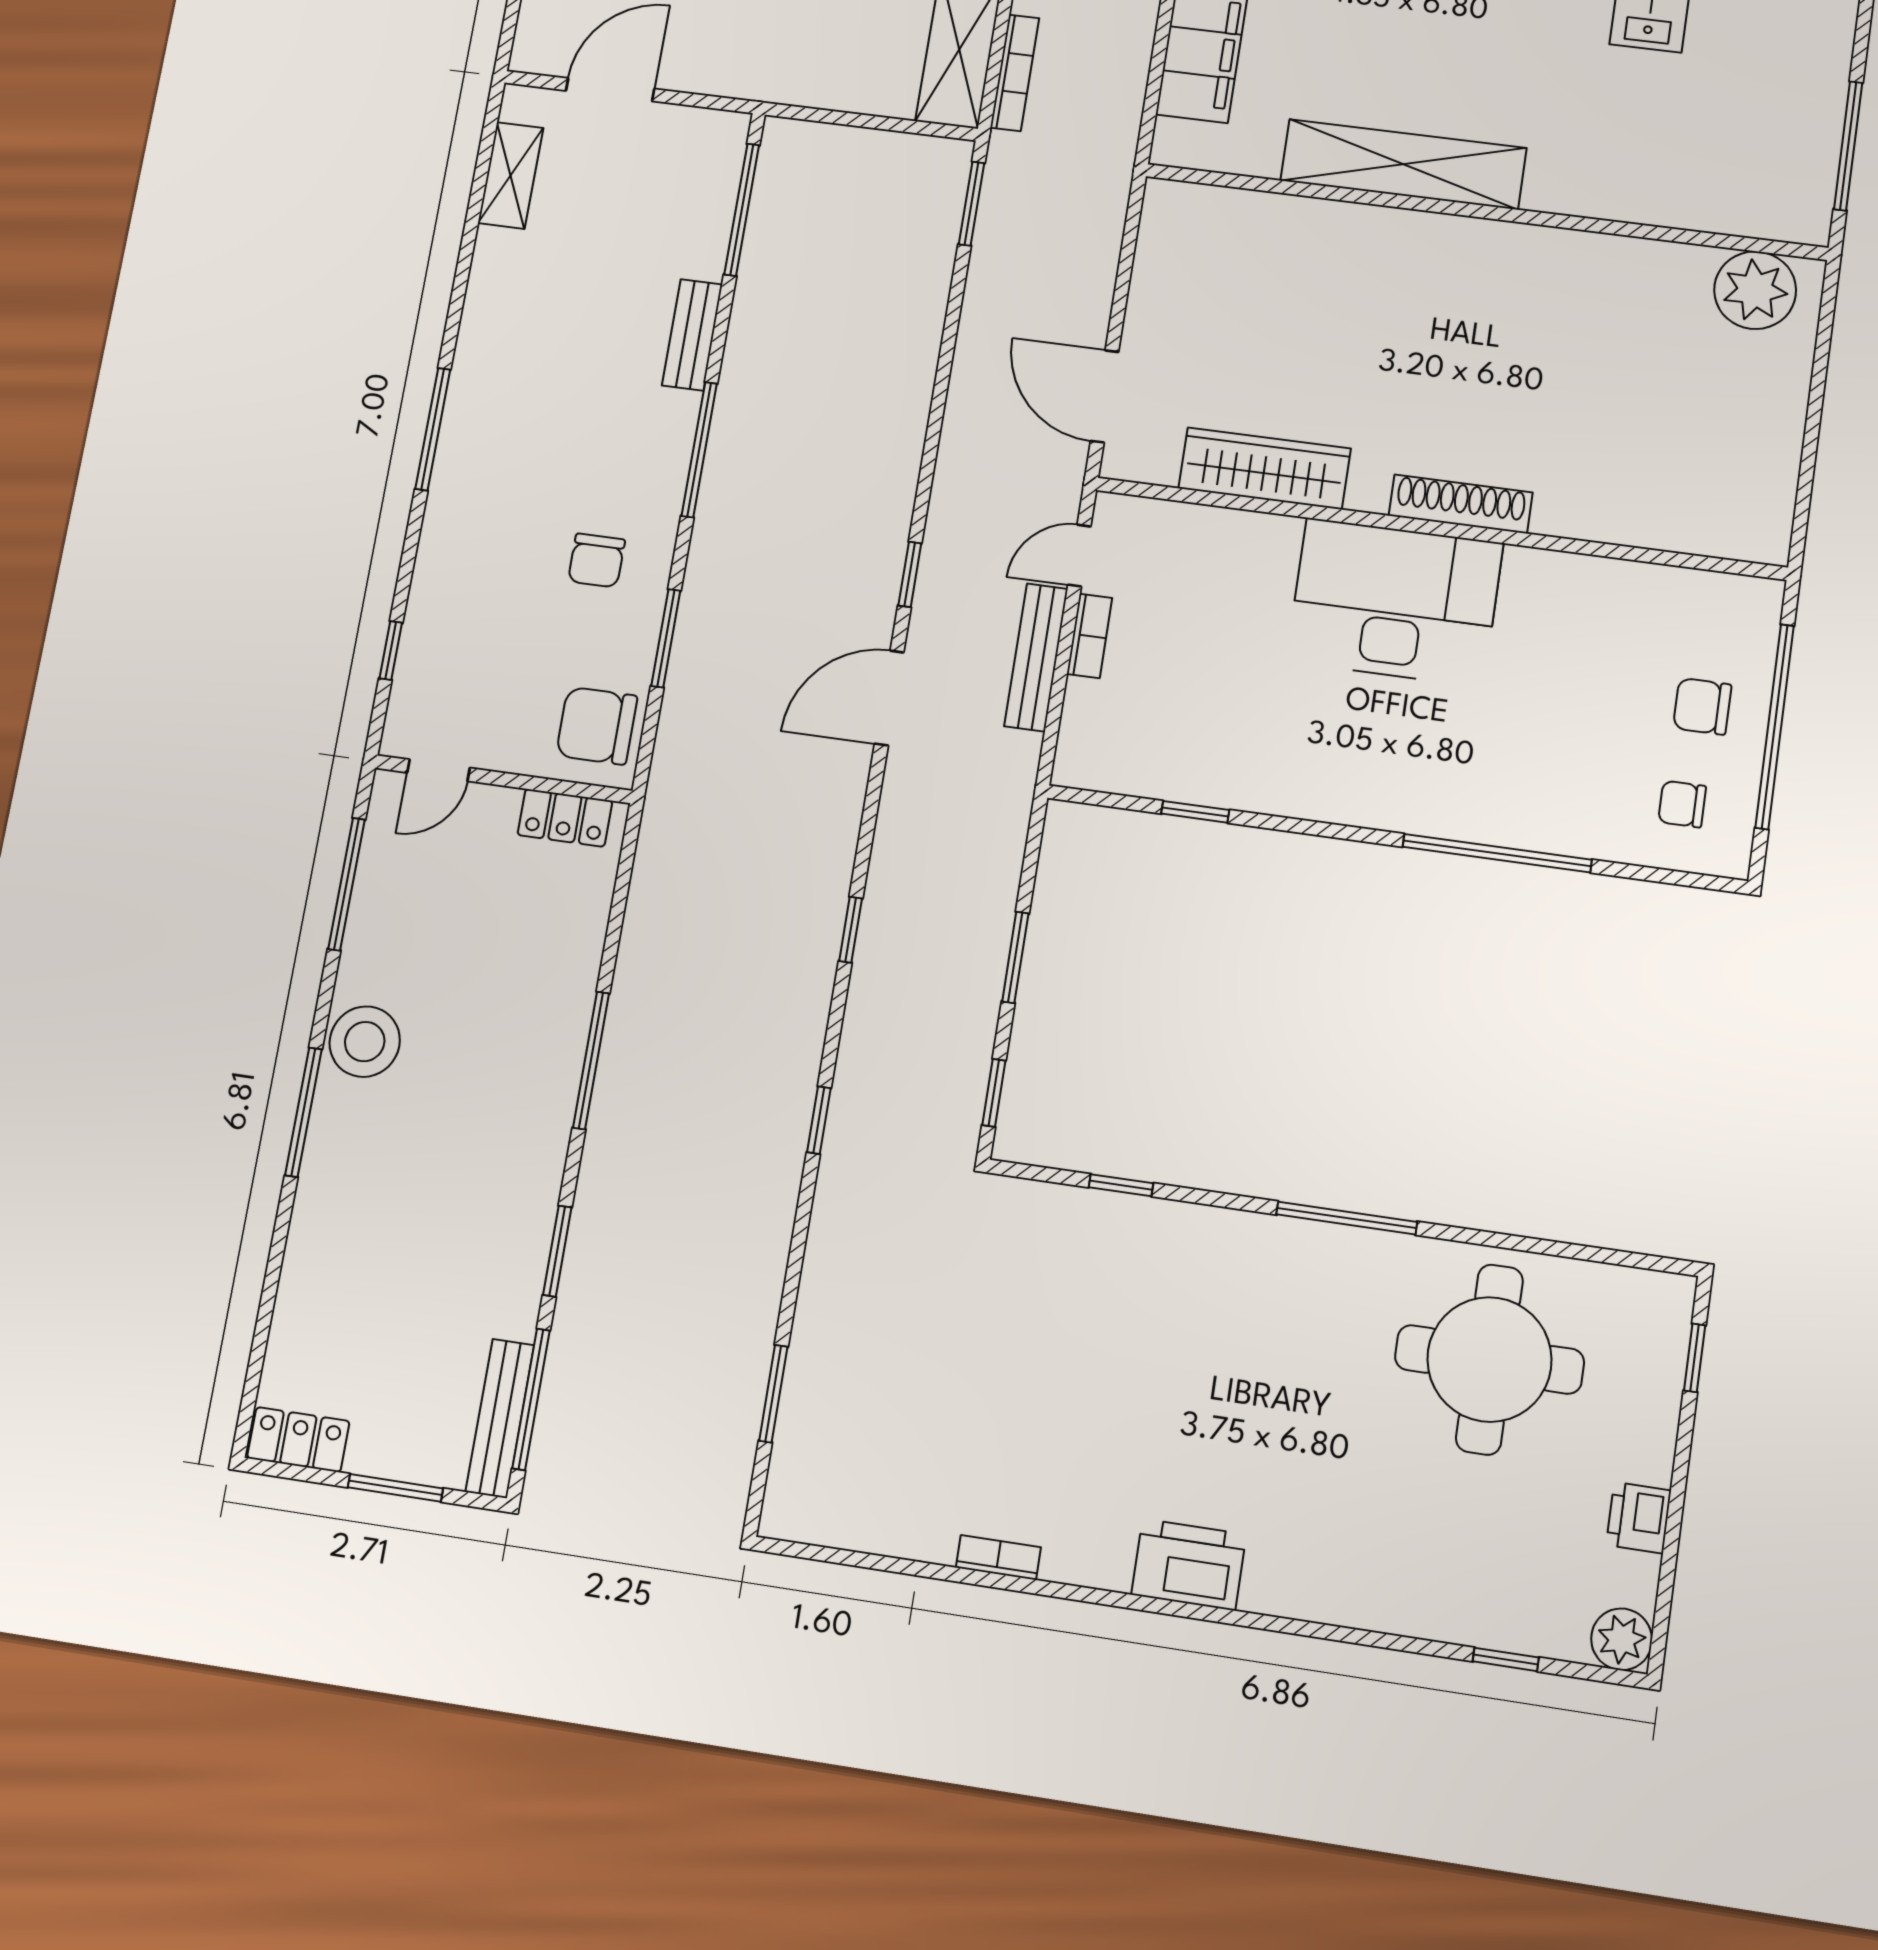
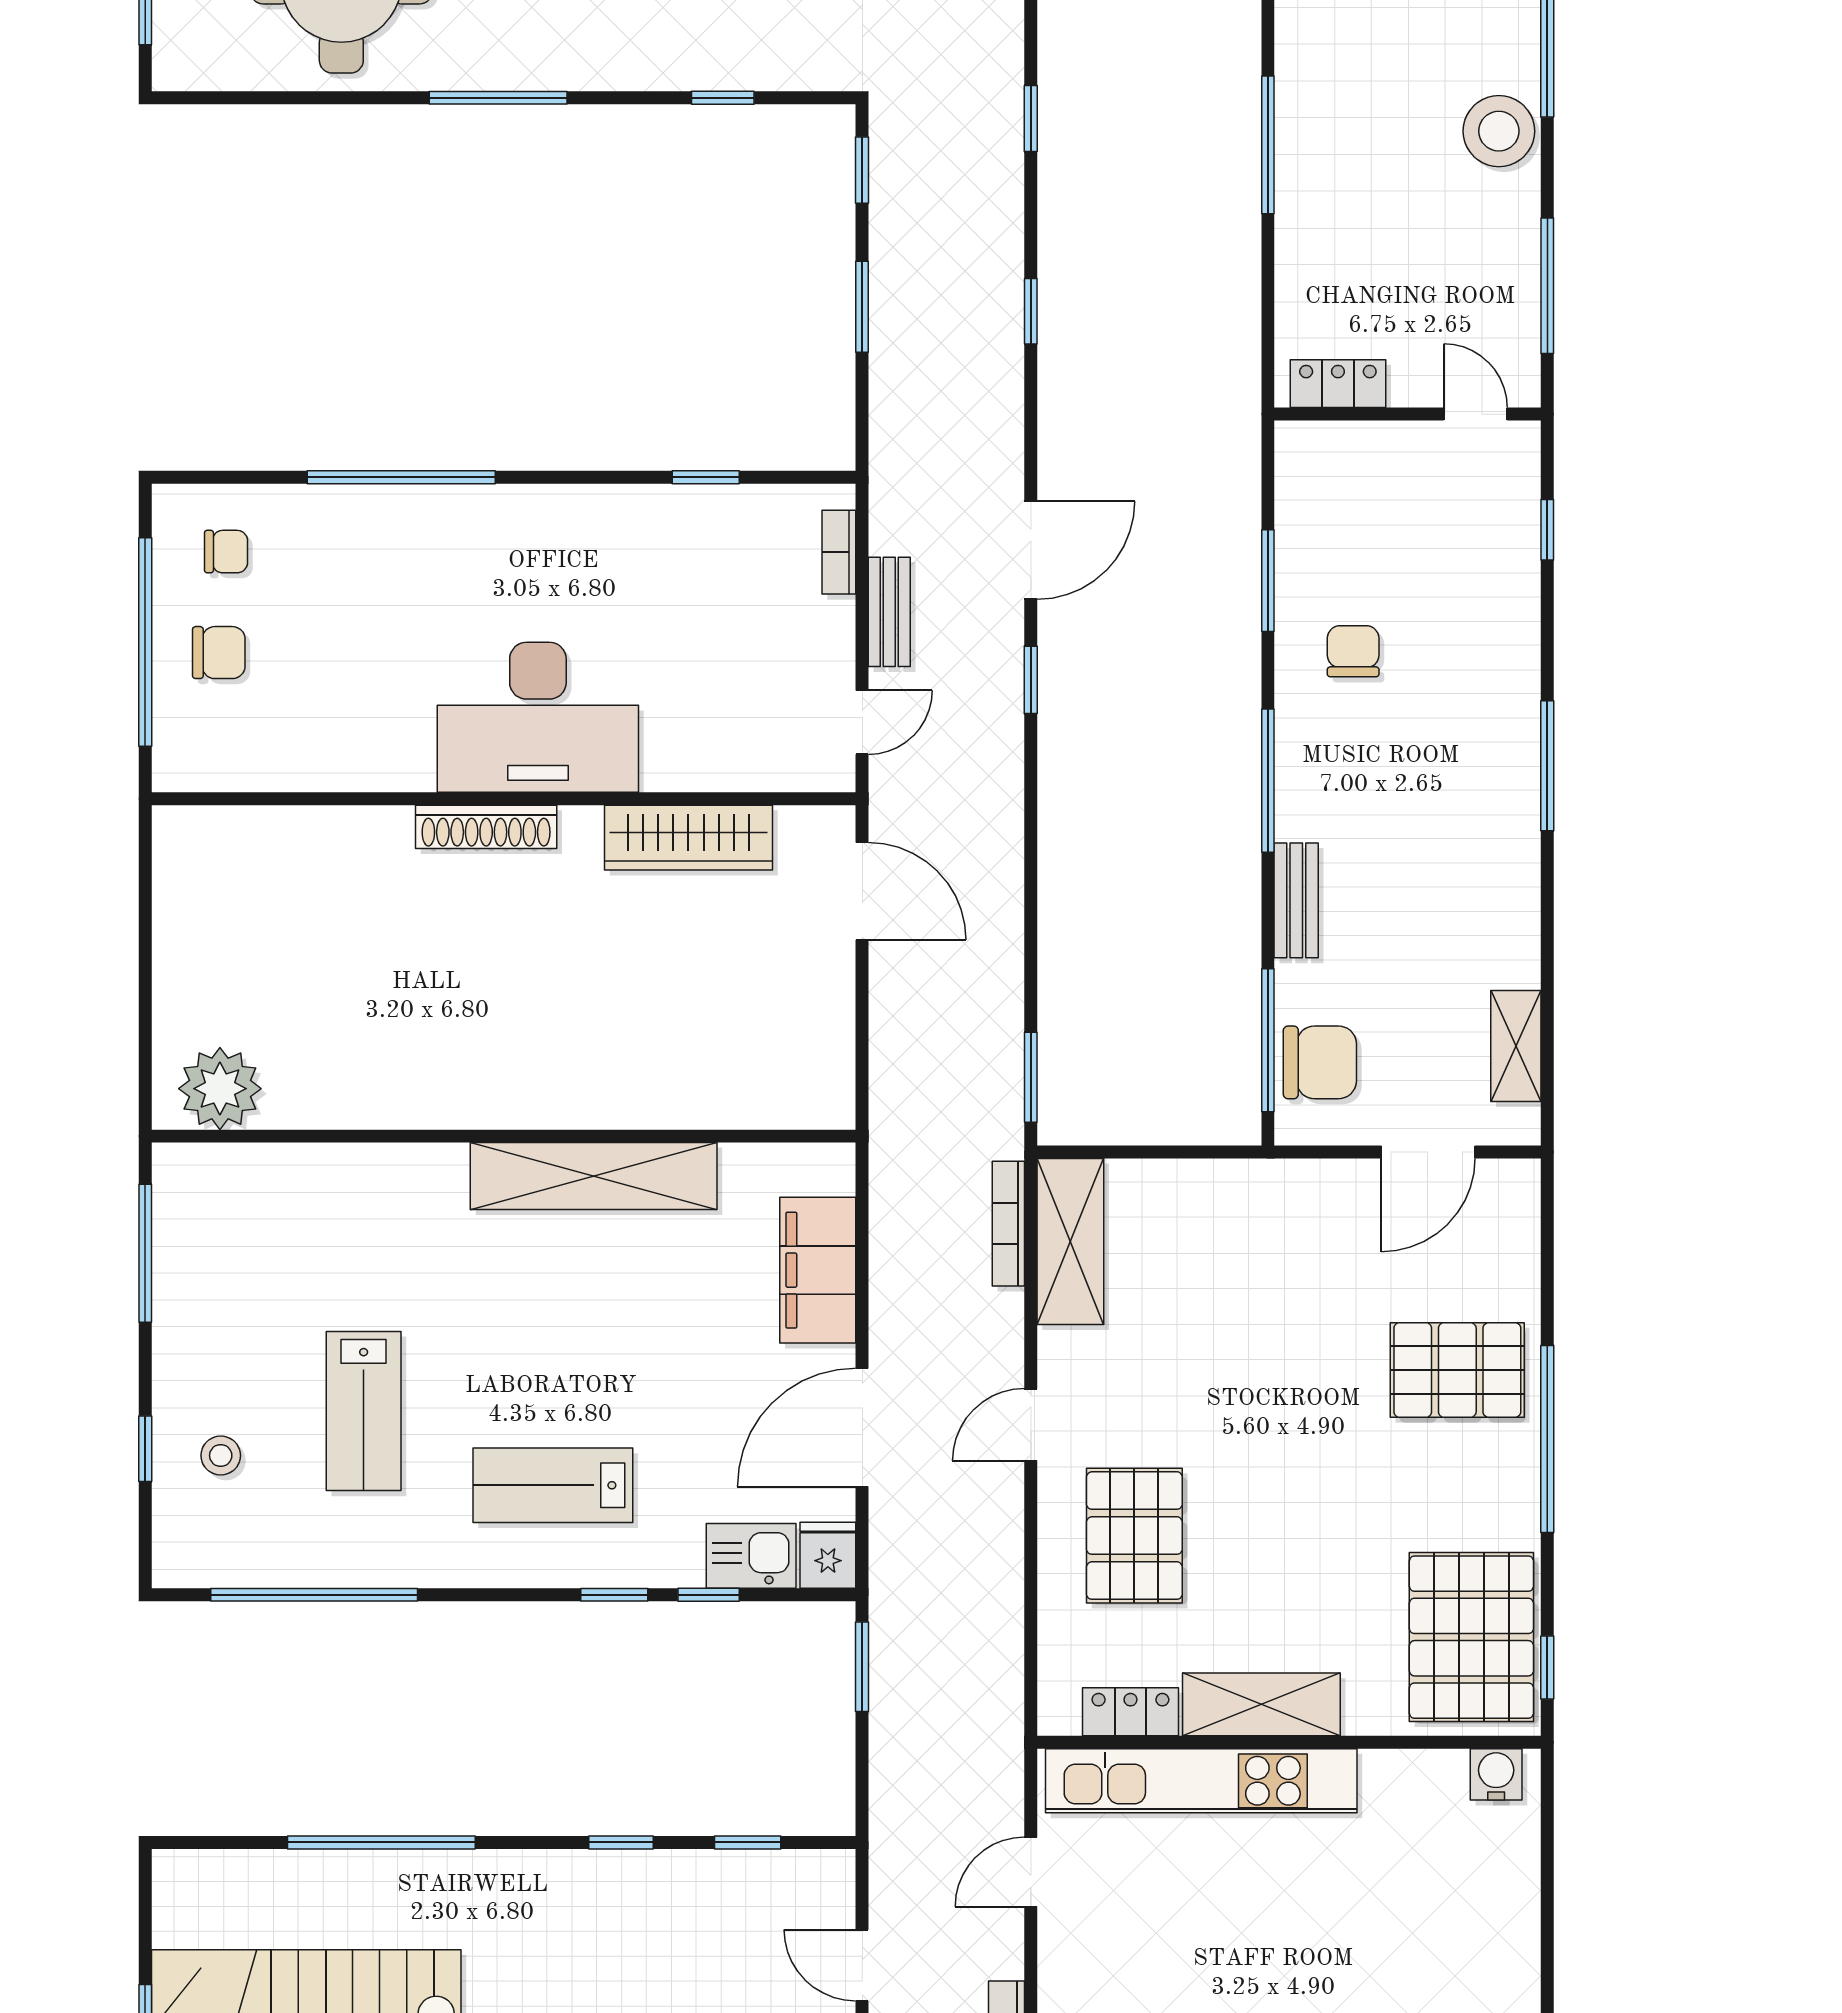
bookcase: (1090, 636) -> (839, 552), moved
bench: (1036, 657) -> (889, 612), width x0.73
chair: (597, 726) -> (1320, 1062), moved
door: (438, 770) -> (1475, 414), hinge flipped

